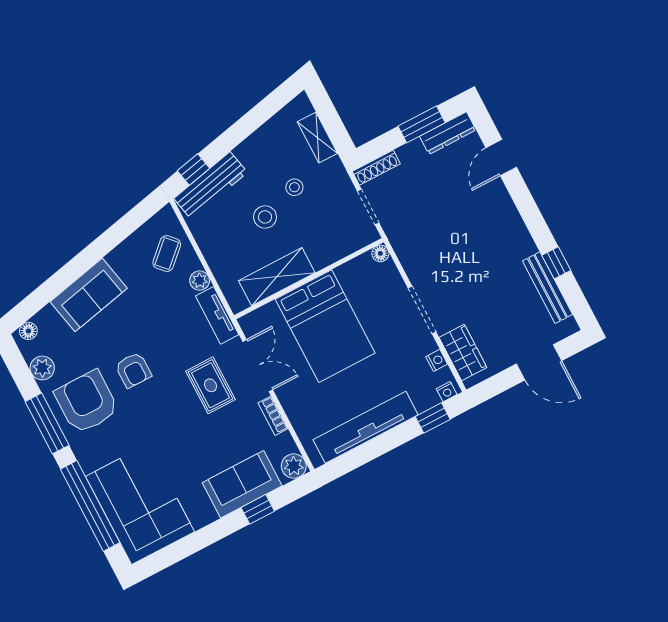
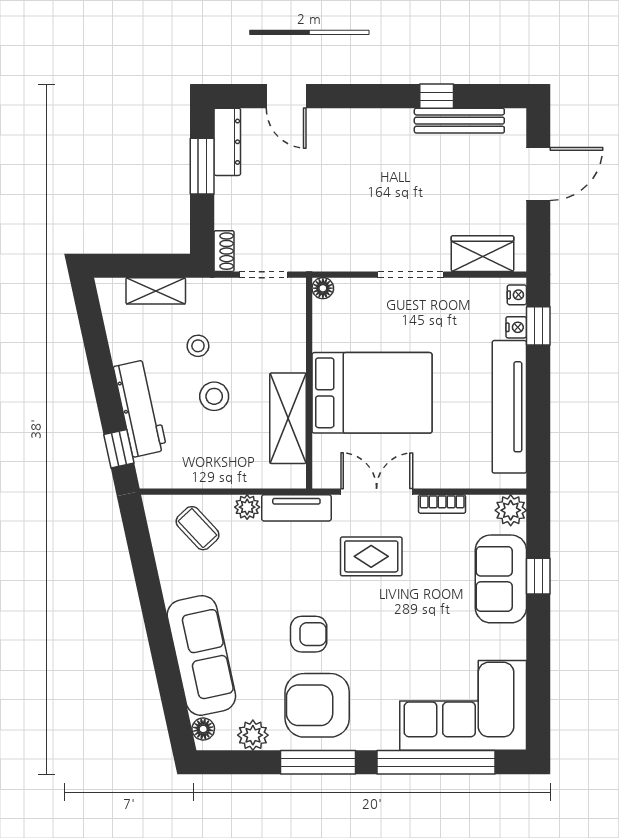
shoe rack: (376, 168) -> (224, 251), width x0.70
workbench: (211, 185) -> (140, 408), moved
sofa: (89, 295) -> (201, 655), width x1.36
nightstand: (437, 360) -> (516, 327), moved, turned 90

